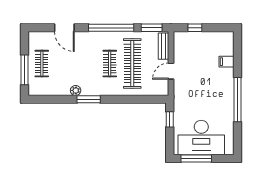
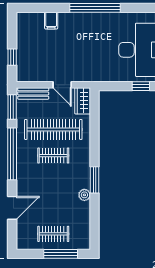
wardrobe: (157, 89) -> (83, 101), added
window: (170, 119) -> (141, 86), moved

